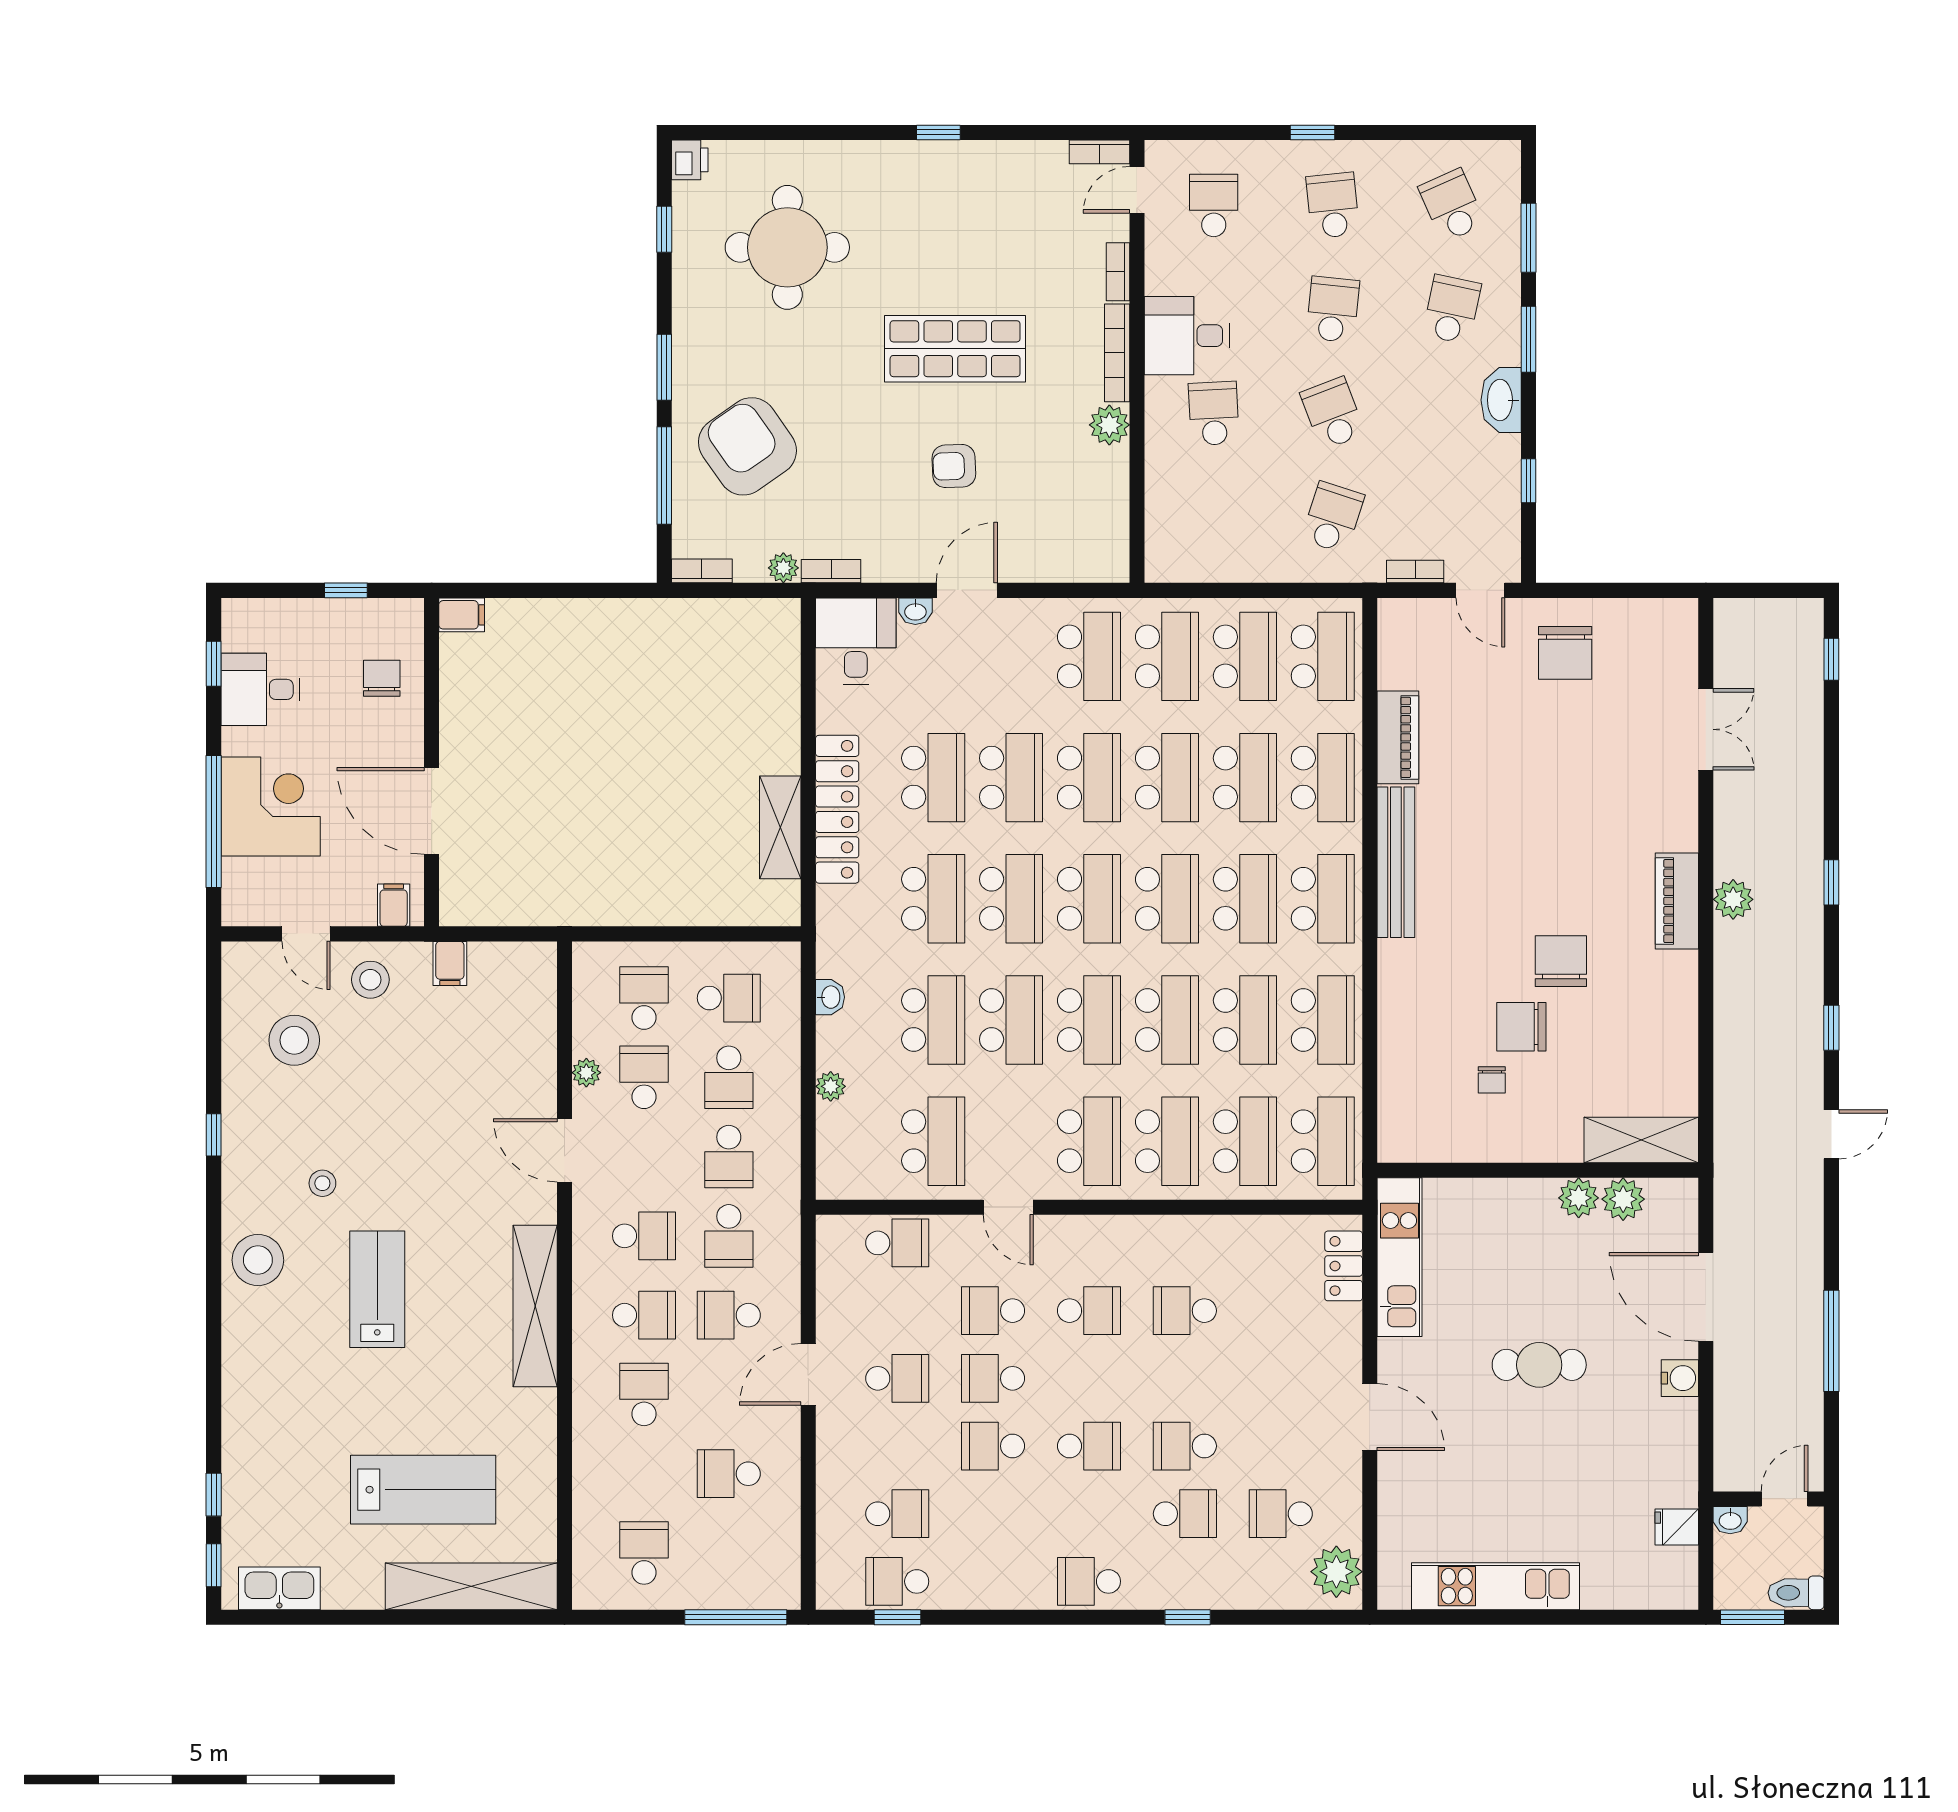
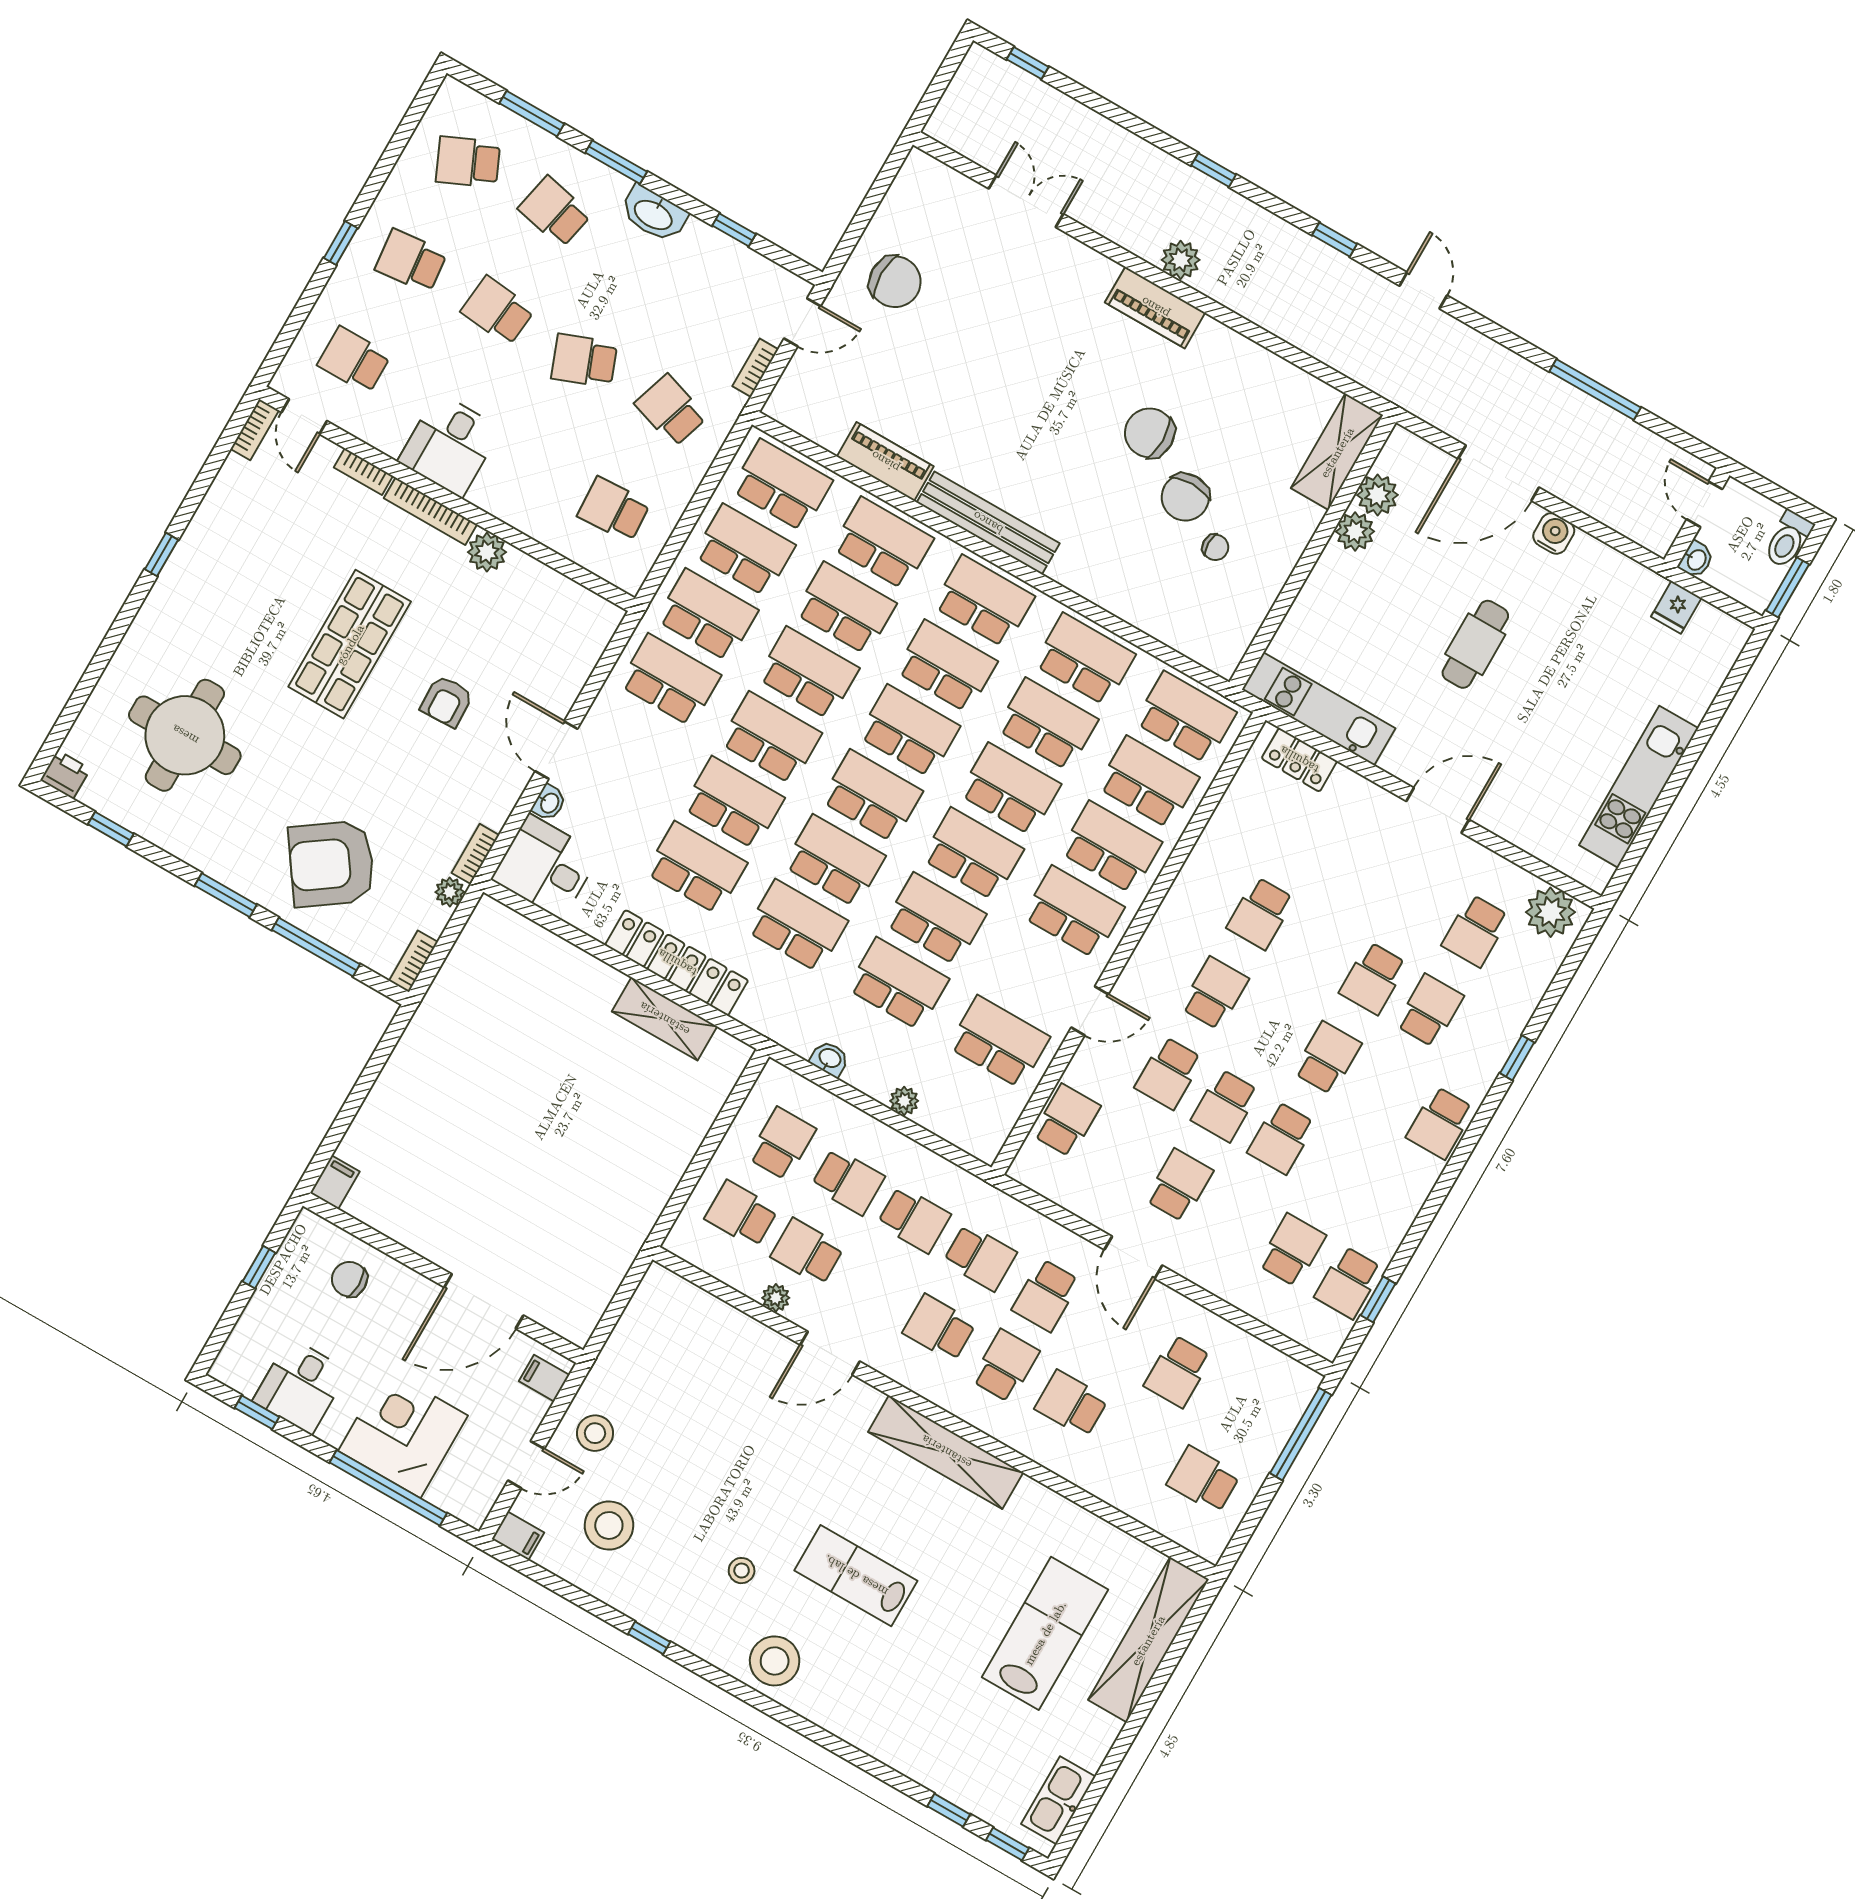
school desk: (1214, 413) -> (614, 509), moved
filing cabinet: (450, 963) -> (518, 1536), moved
school desk: (644, 1236) -> (939, 1328), turned -90

